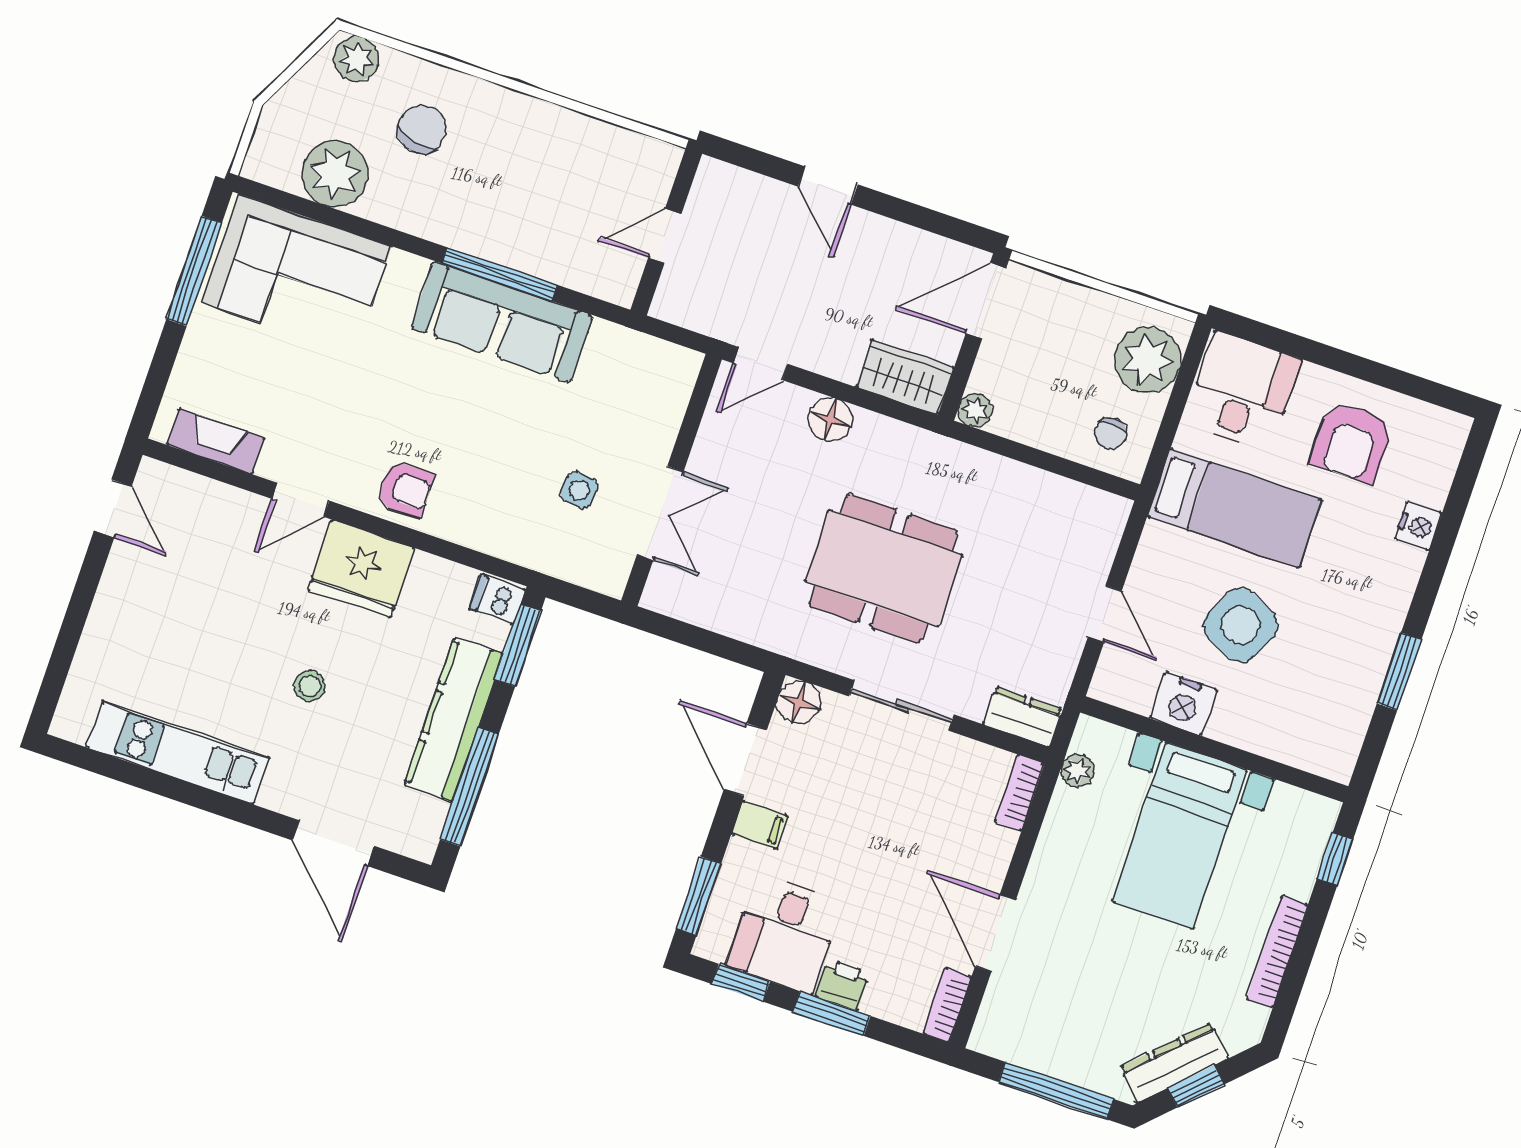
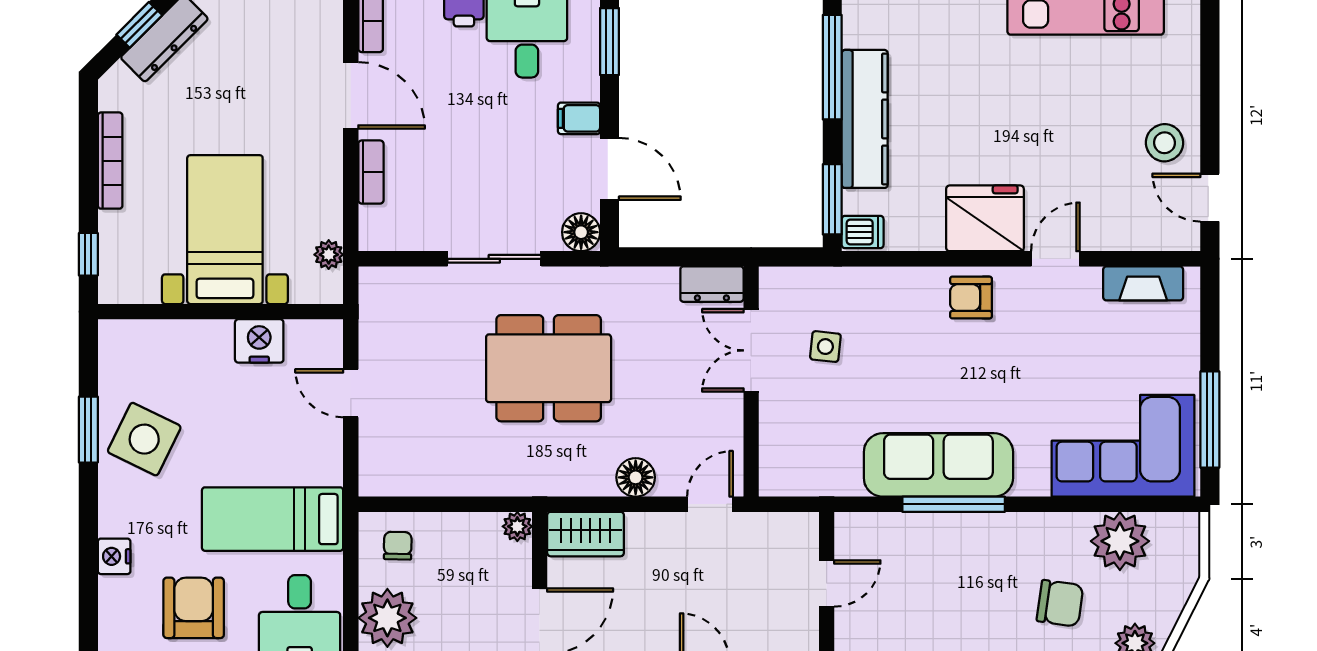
chair: (422, 129) -> (1060, 603), turned -94
side table: (1241, 625) -> (144, 439), moved
stool: (310, 686) -> (1165, 143), moved, width x1.37, depth x1.37
dresser: (1023, 717) -> (712, 284), moved
bookcase: (1019, 793) -> (371, 172), moved

